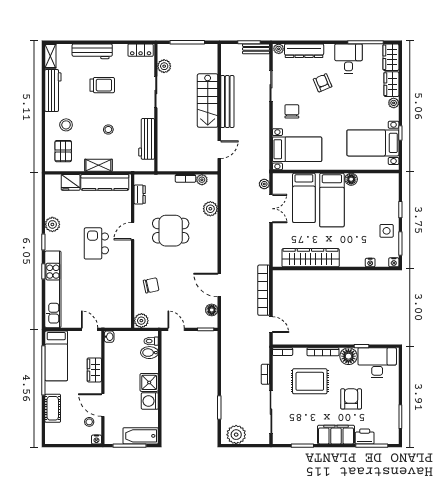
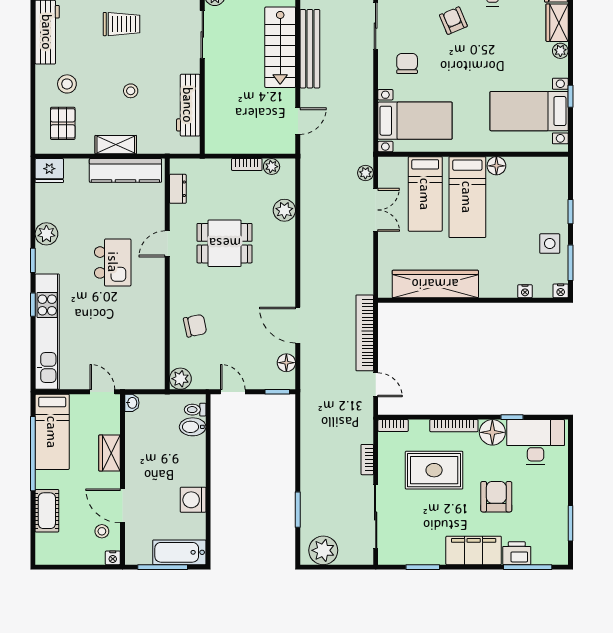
fridge: (71, 182) -> (49, 171), moved
kitchen island: (96, 243) -> (113, 262), turned 180
shower: (149, 382) -> (192, 472), removed

